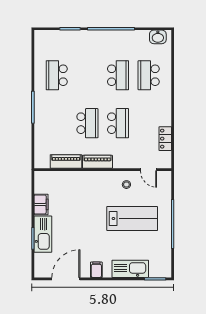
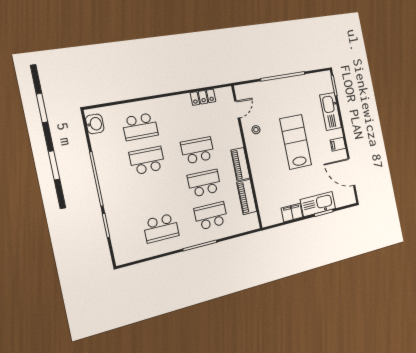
school desk: (57, 123) -> (211, 216), added
lab bench: (132, 219) -> (296, 142), moved

